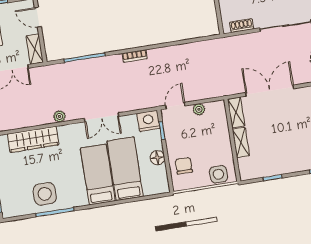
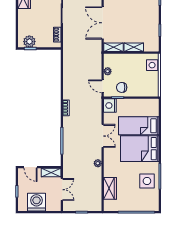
door: (38, 17) -> (31, 167), hinge flipped
wardrobe: (33, 139) -> (110, 188), width x0.67
floor lamp: (157, 158) -> (135, 103), removed
chair: (184, 166) -> (122, 87), moved
bed: (98, 174) -> (140, 149), width x1.50

